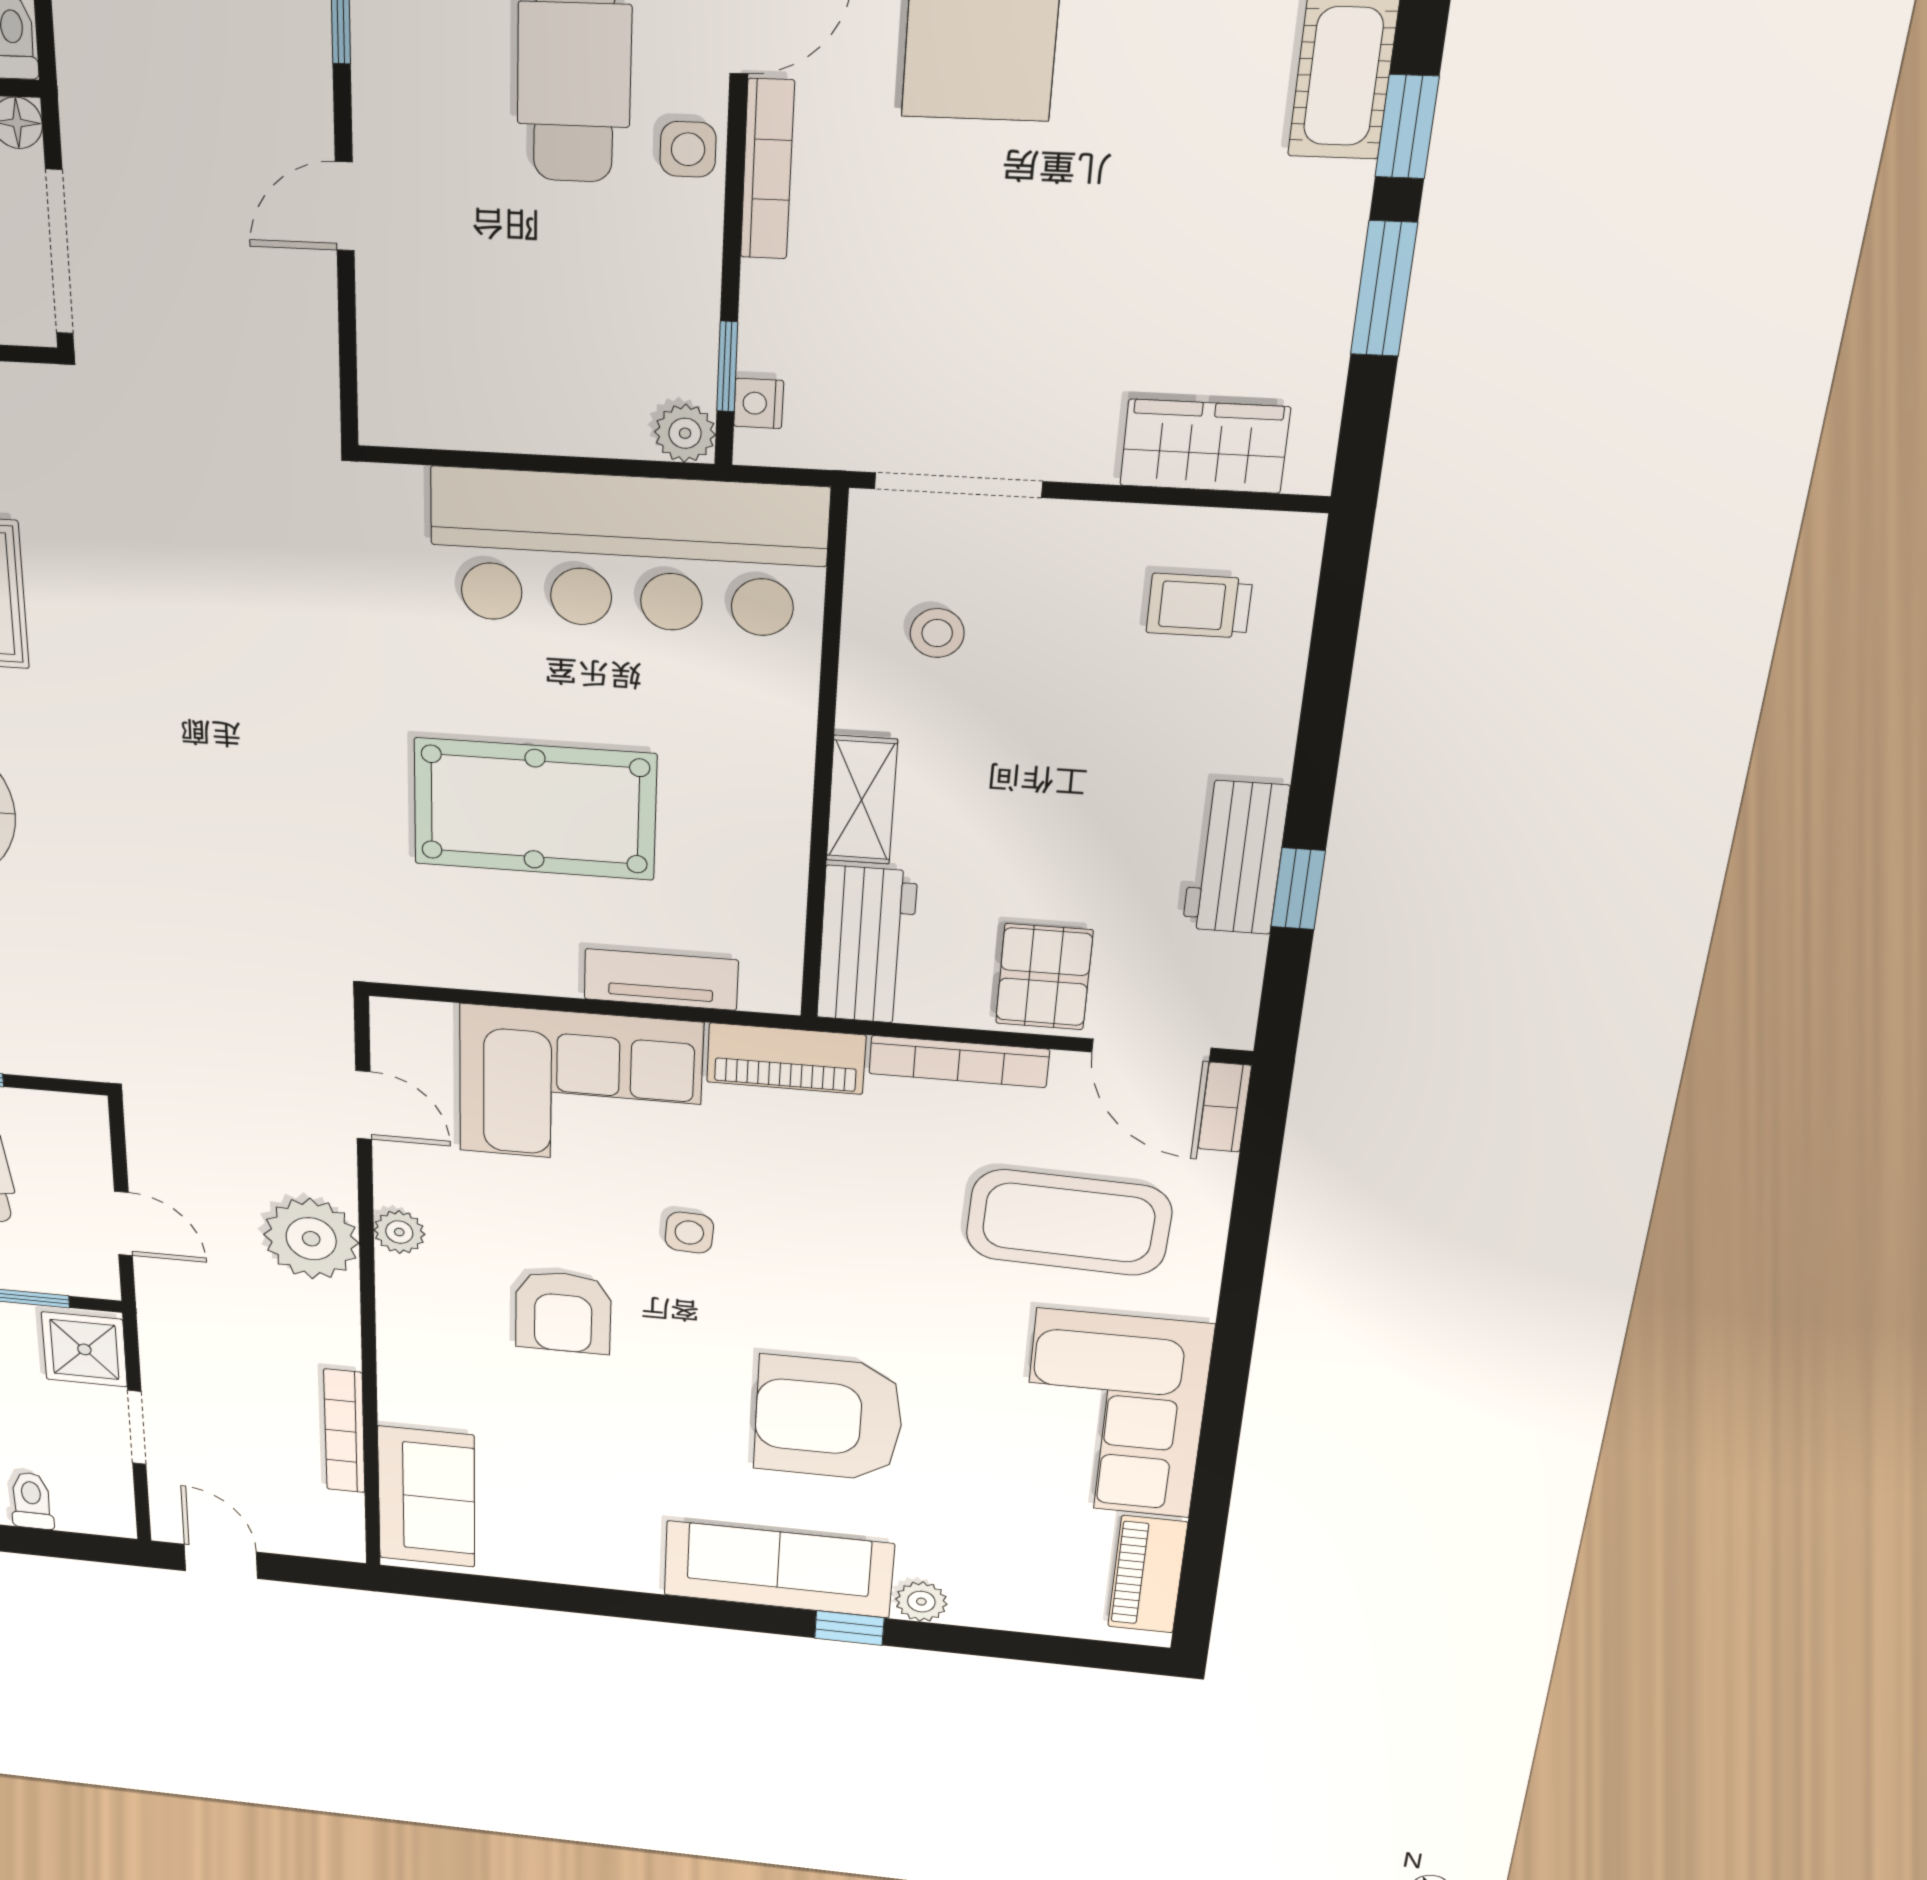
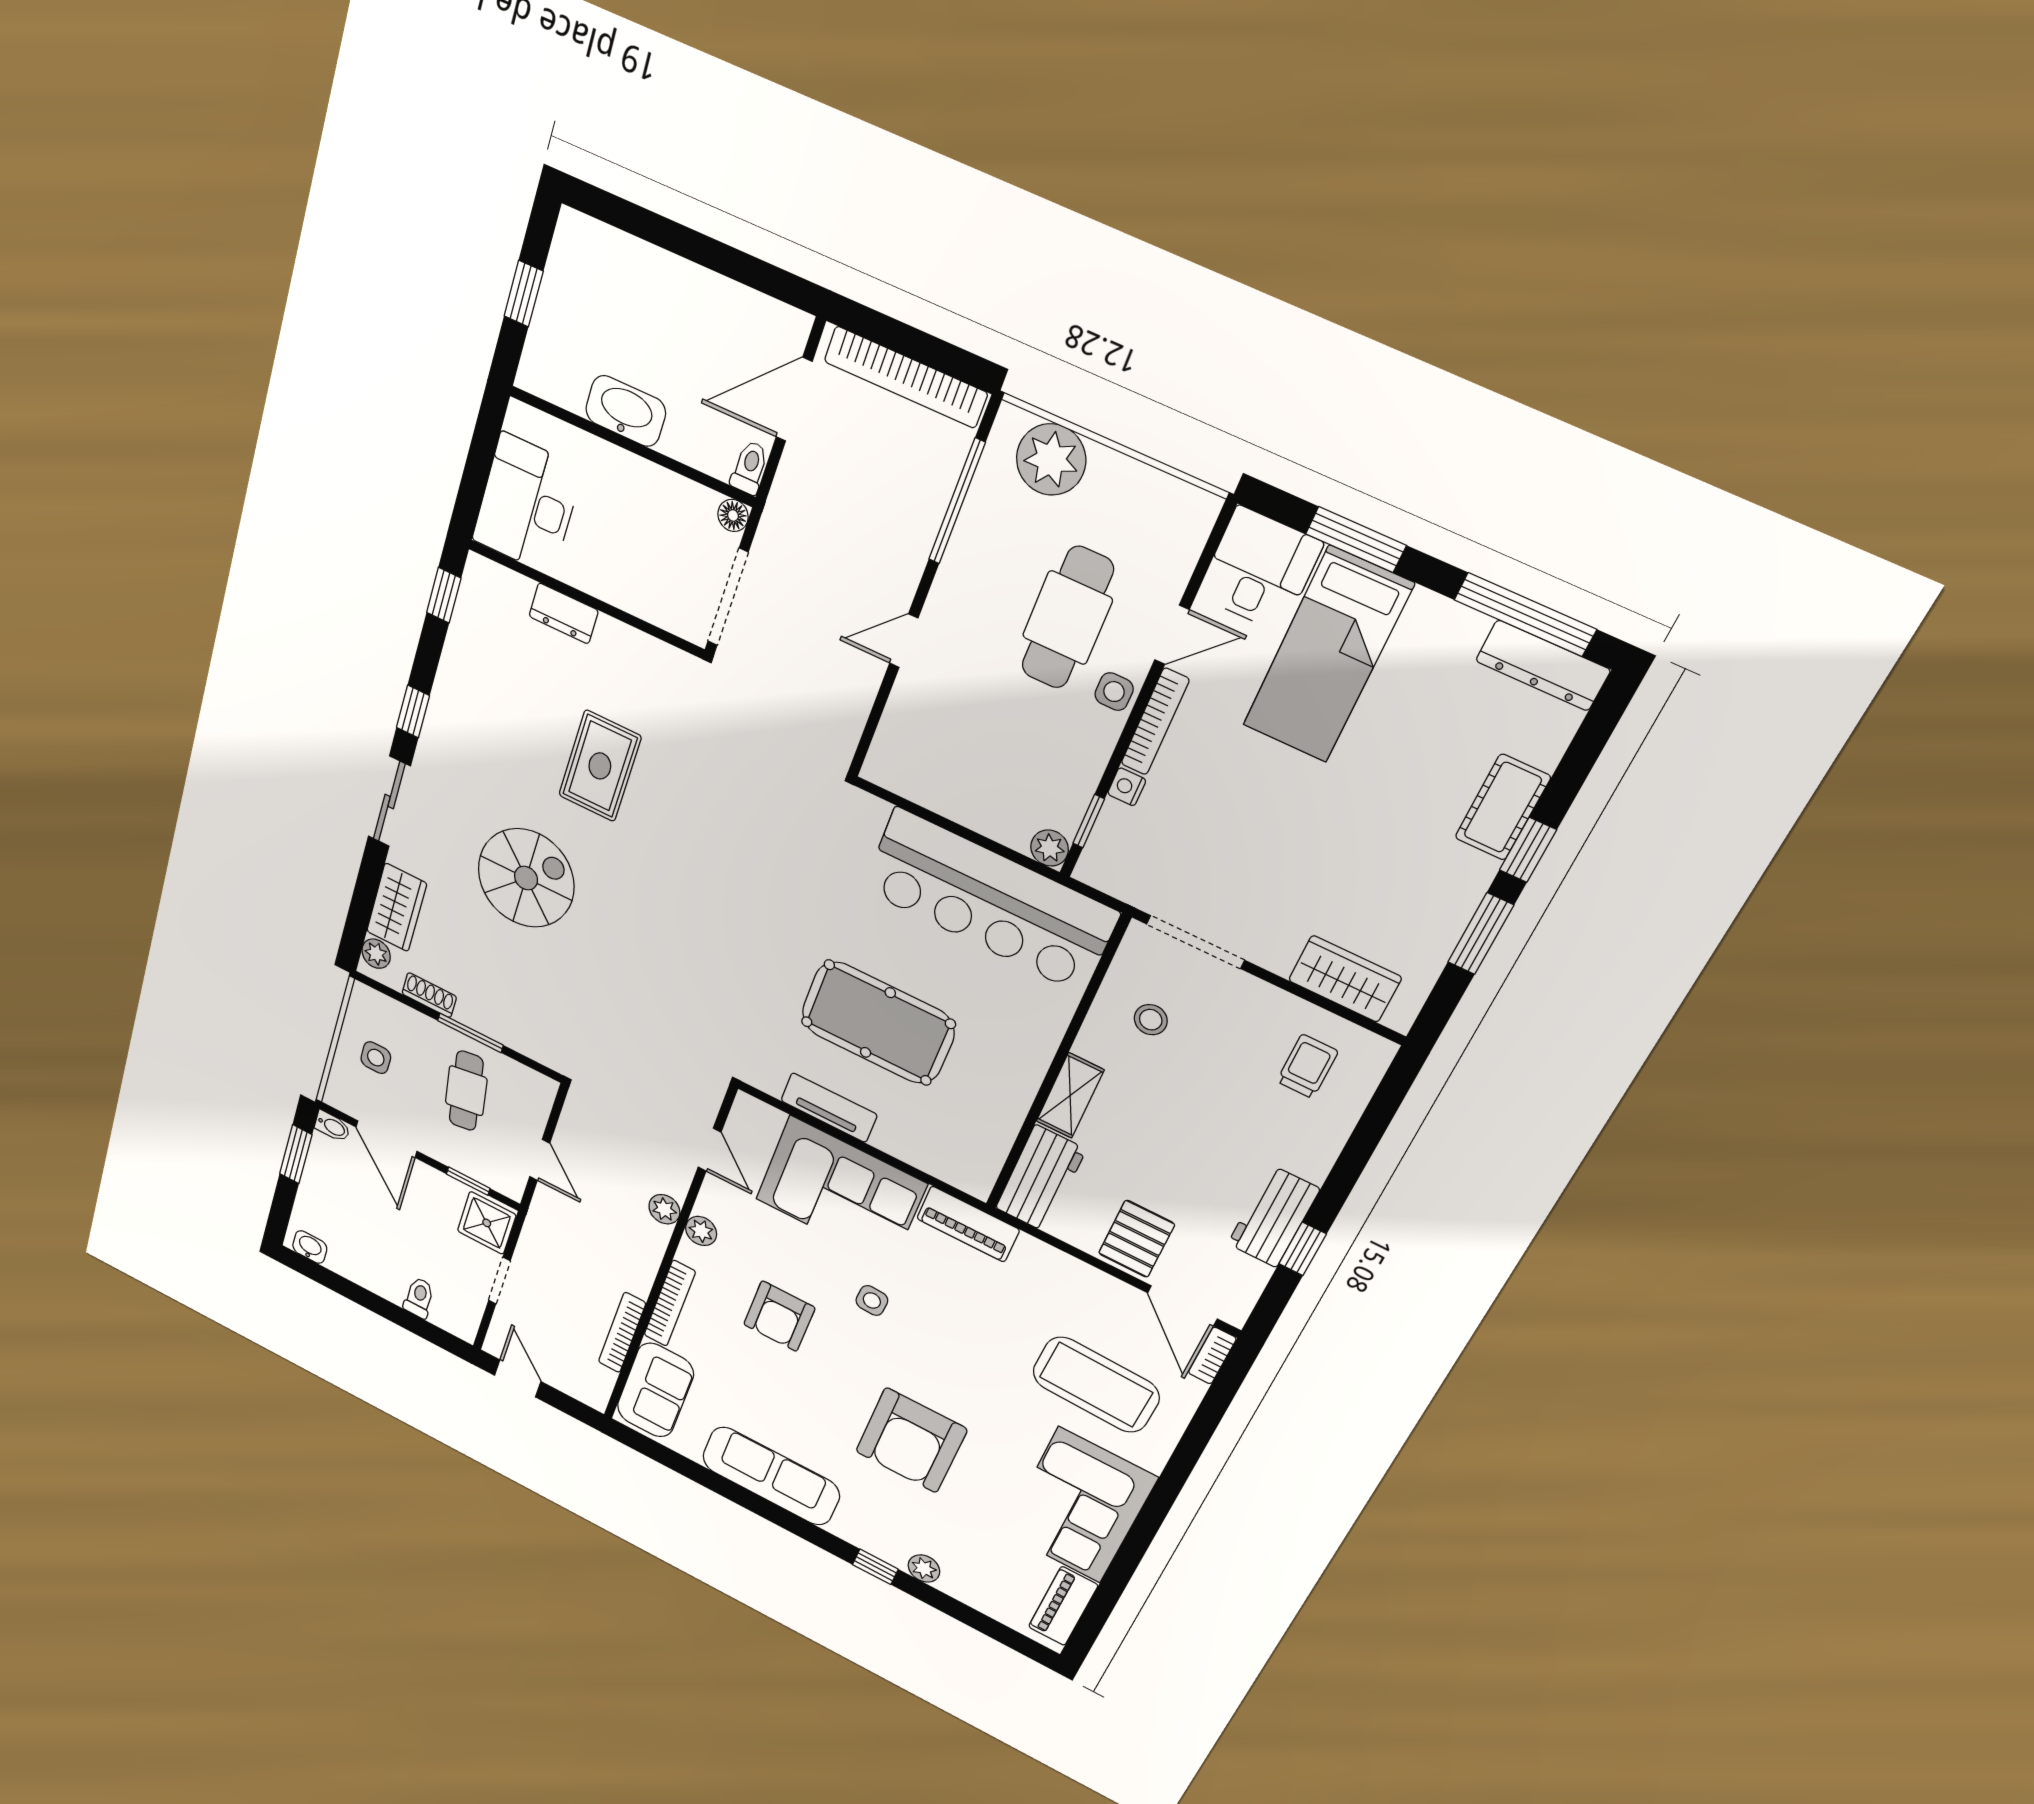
nightstand: (759, 403) -> (1127, 787), moved
trolley: (1199, 606) -> (1307, 1066), turned 90
tv unit: (661, 980) -> (829, 1108), moved
bookcase: (959, 1061) -> (670, 1303), moved, turned -90
plant: (311, 1239) -> (664, 1209), width x0.53, depth x0.53
armchair: (829, 1418) -> (911, 1440), turned -90
sofa: (778, 1569) -> (771, 1476), moved

